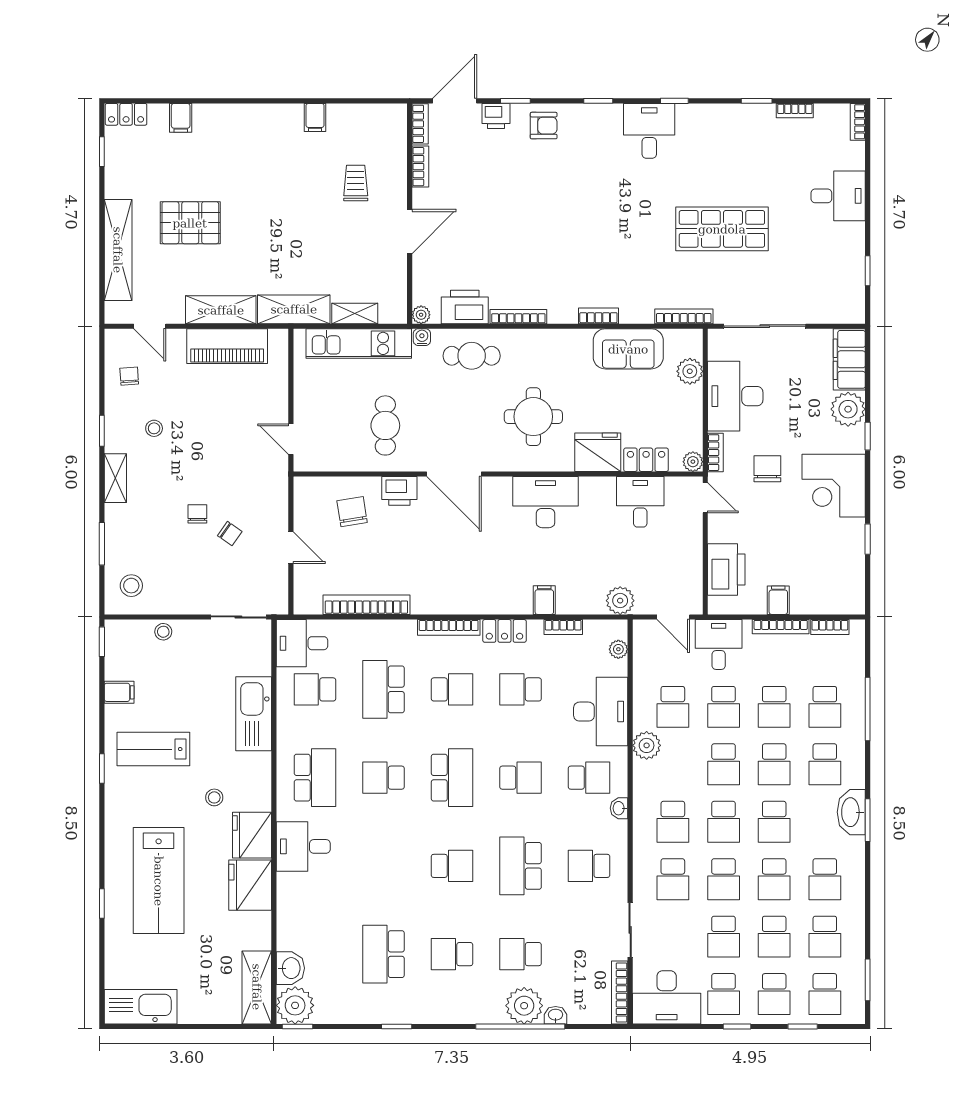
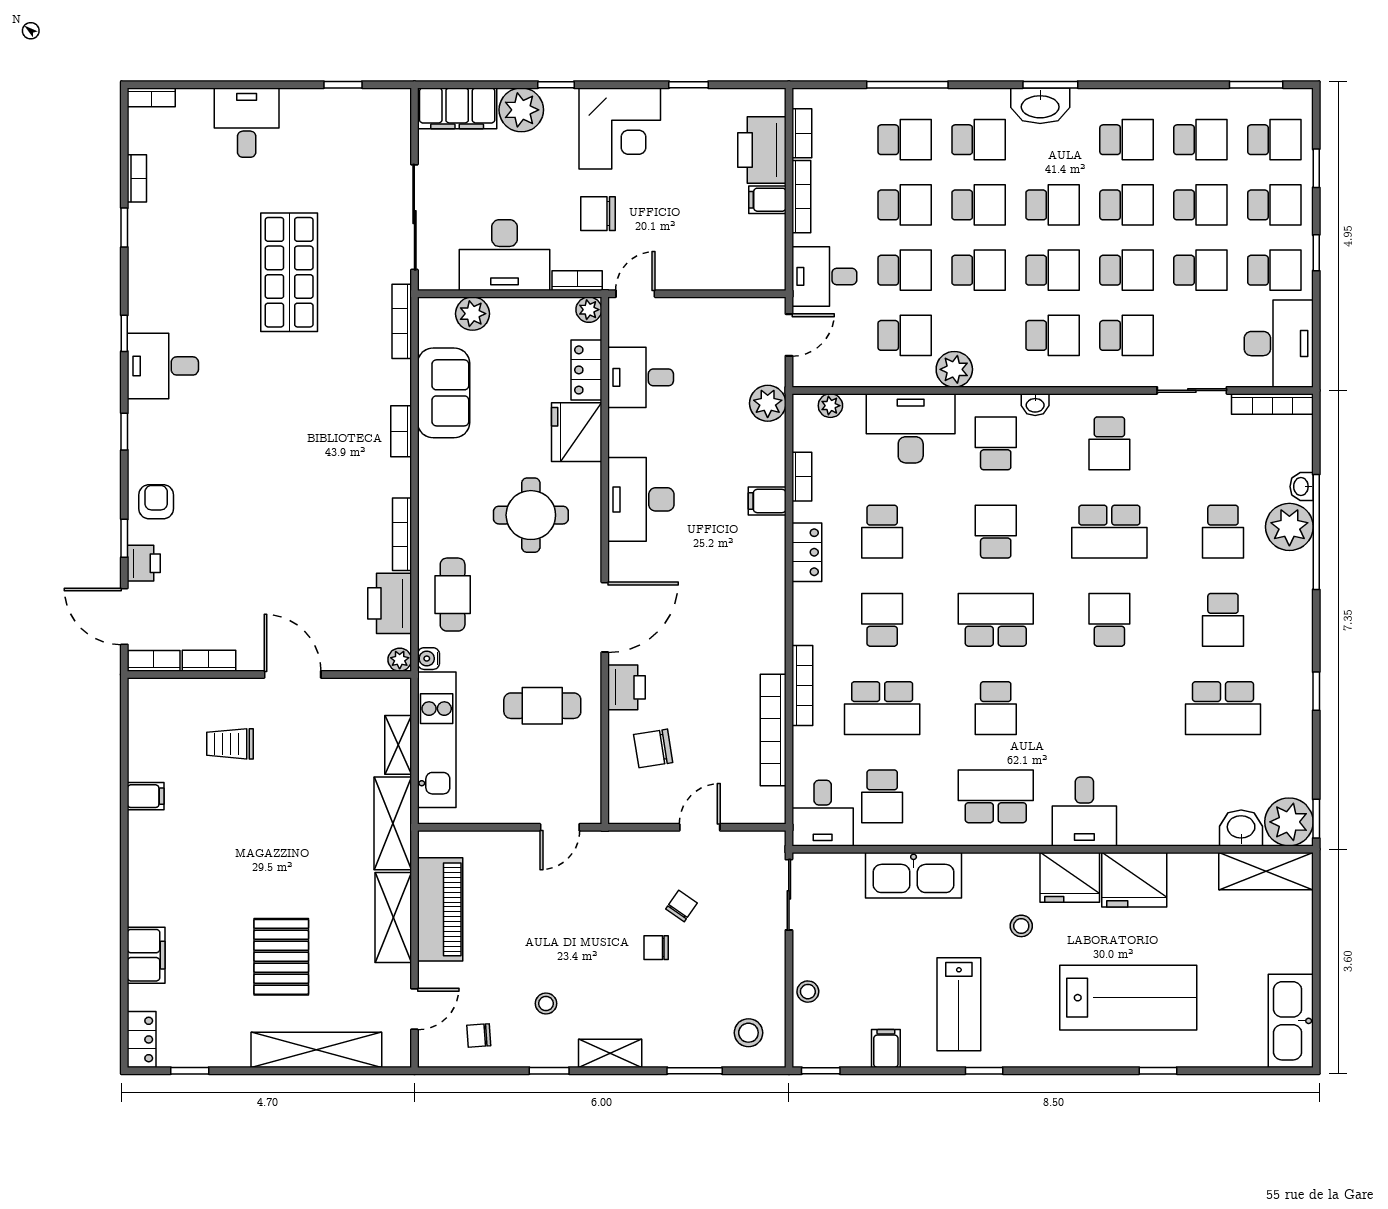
filing cabinet: (181, 118) -> (146, 955), width x2.00
printer: (726, 570) -> (762, 150), moved, turned -90
bookcase: (449, 627) -> (802, 686), moved

